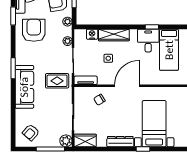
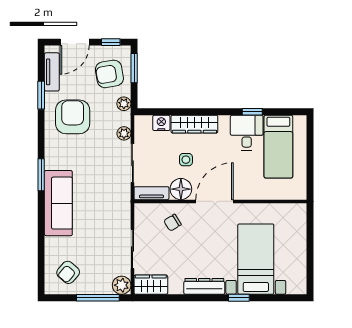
floor lamp: (105, 78) -> (181, 189), added
rug: (57, 81) -> (108, 194), removed

